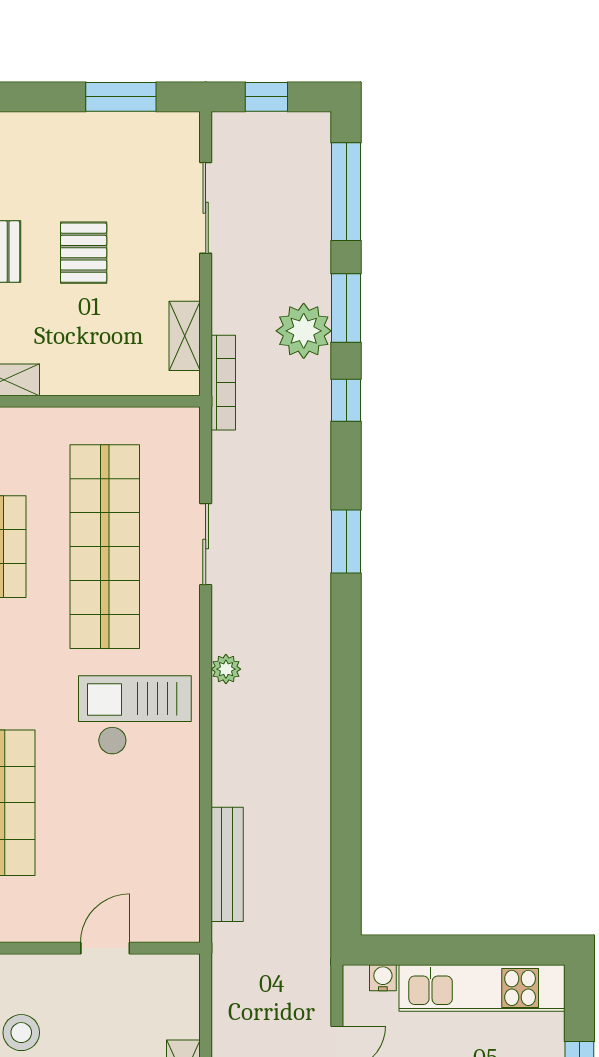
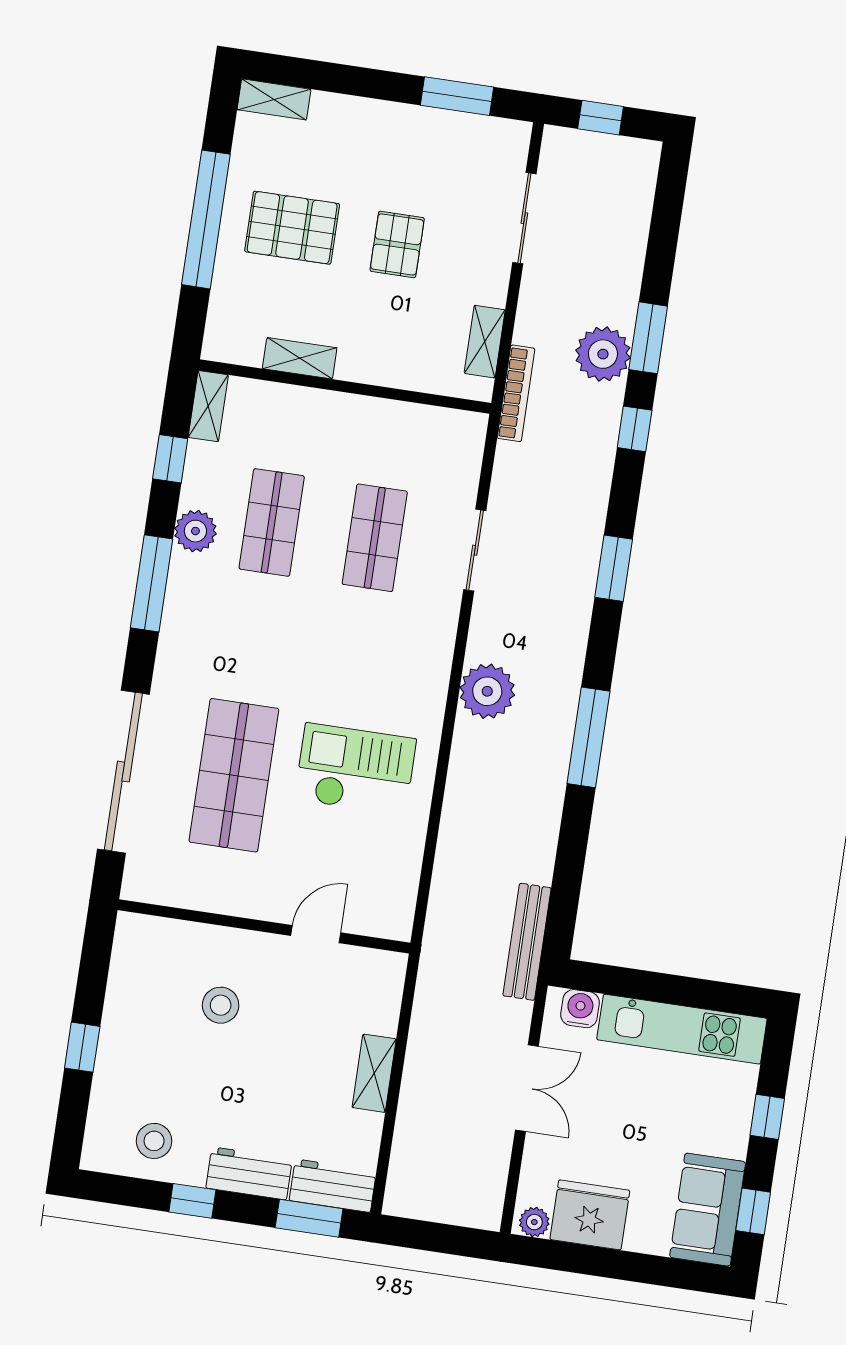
window: (346, 192) -> (588, 737), moved
shop shelf: (105, 547) -> (375, 538), width x0.50, depth x0.74
plant: (226, 669) -> (487, 691), width x1.88, depth x1.88
checkout: (135, 715) -> (355, 769), moved
bench: (227, 864) -> (527, 942), moved
water cooler: (383, 978) -> (580, 1009), width x1.38, depth x1.38

